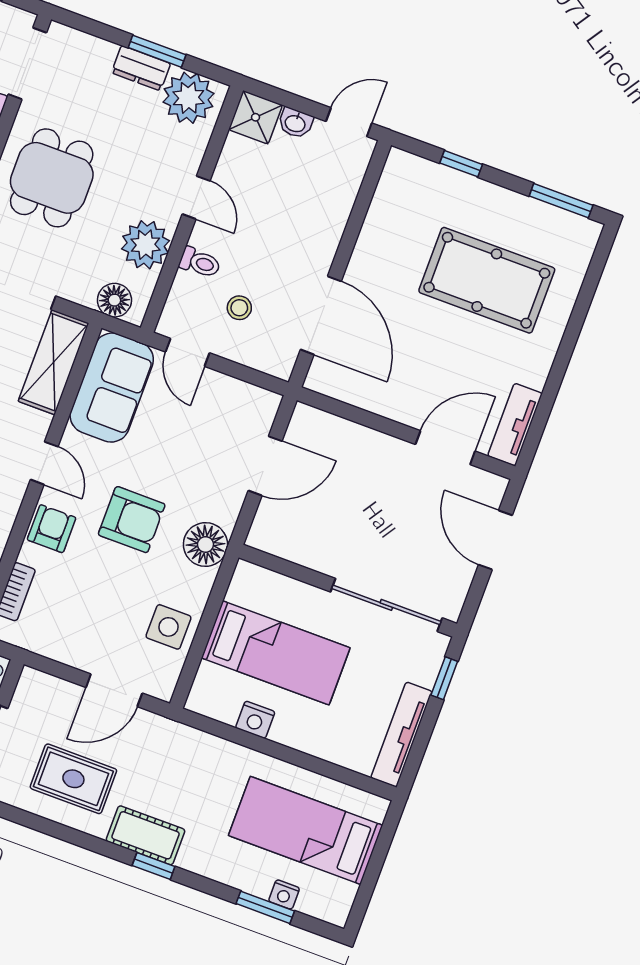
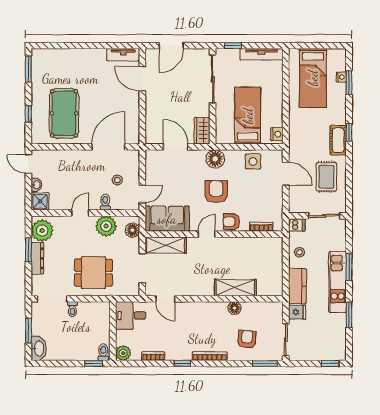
dresser: (141, 68) -> (37, 258), width x1.44
pool table: (487, 280) -> (64, 113), moved
wardrobe: (279, 538) -> (202, 131), added
nightstand: (255, 720) -> (277, 134), moved

